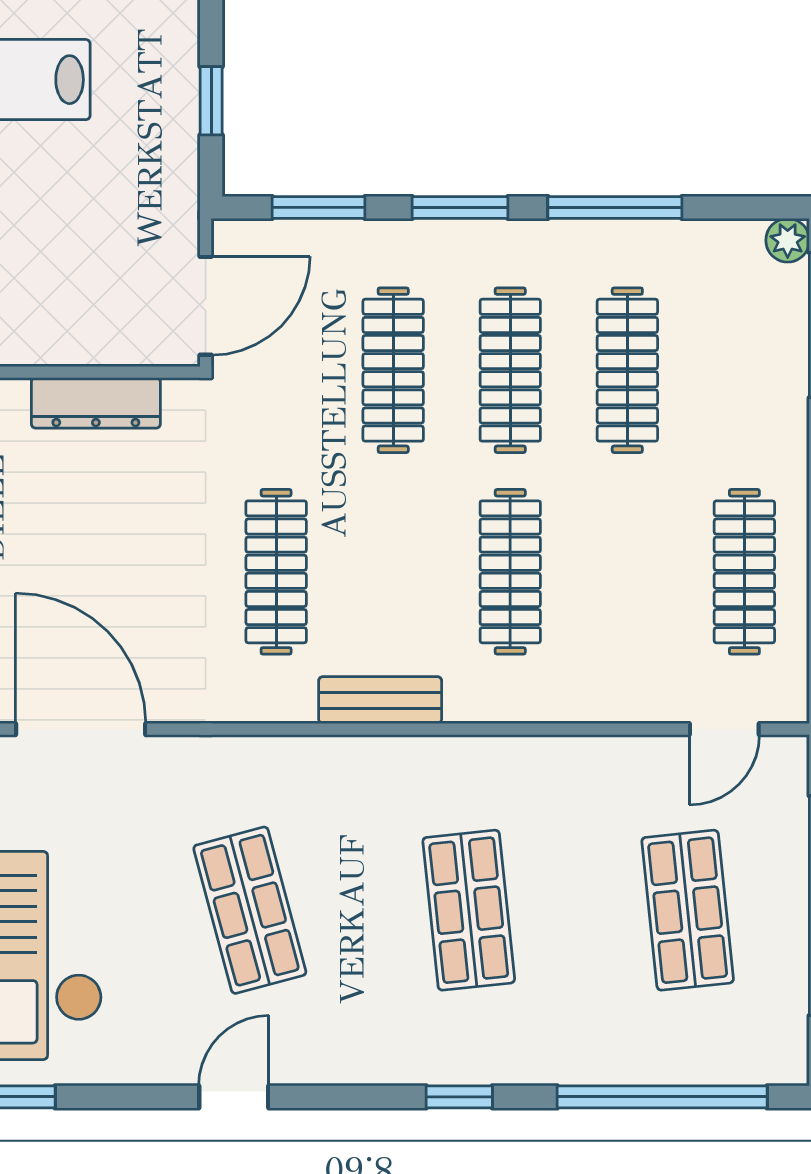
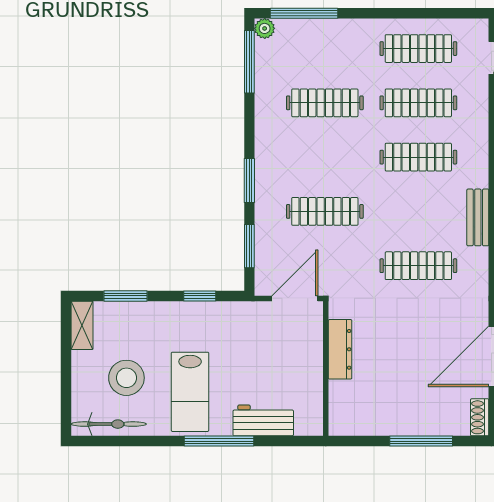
window: (615, 207) -> (249, 62), moved
door: (206, 306) -> (295, 298), hinge flipped
clothes rail: (510, 370) -> (418, 103), moved

